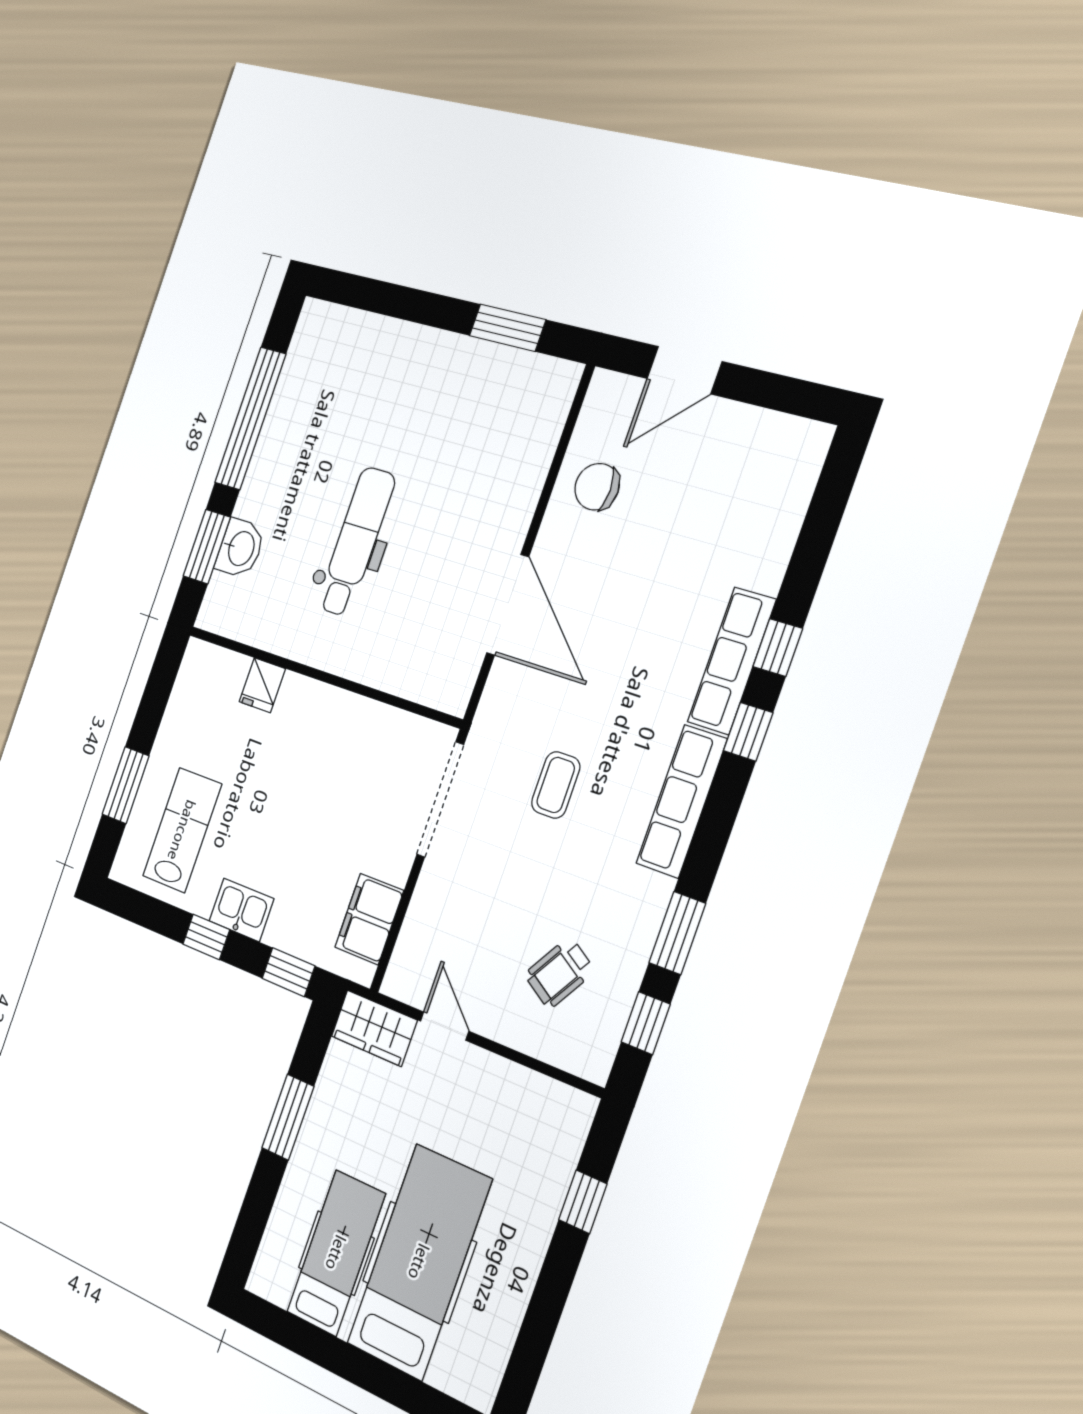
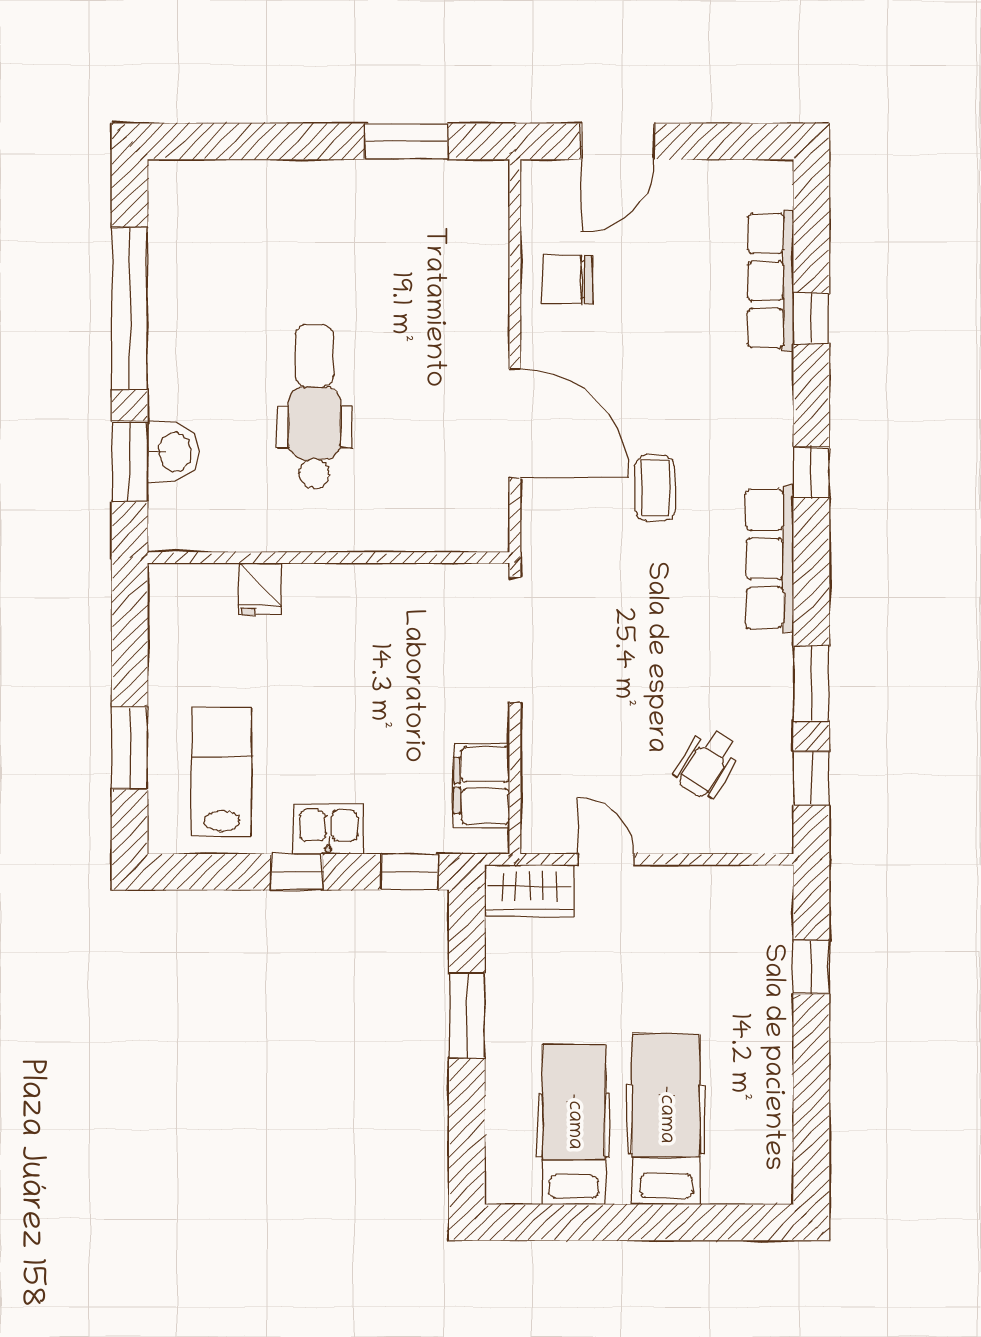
window: (778, 648) -> (811, 318), moved
row of seats: (732, 661) -> (771, 281), moved
coffee table: (556, 785) -> (655, 488), moved
hospital bed: (419, 1262) -> (666, 1119), width x0.73, depth x0.78

